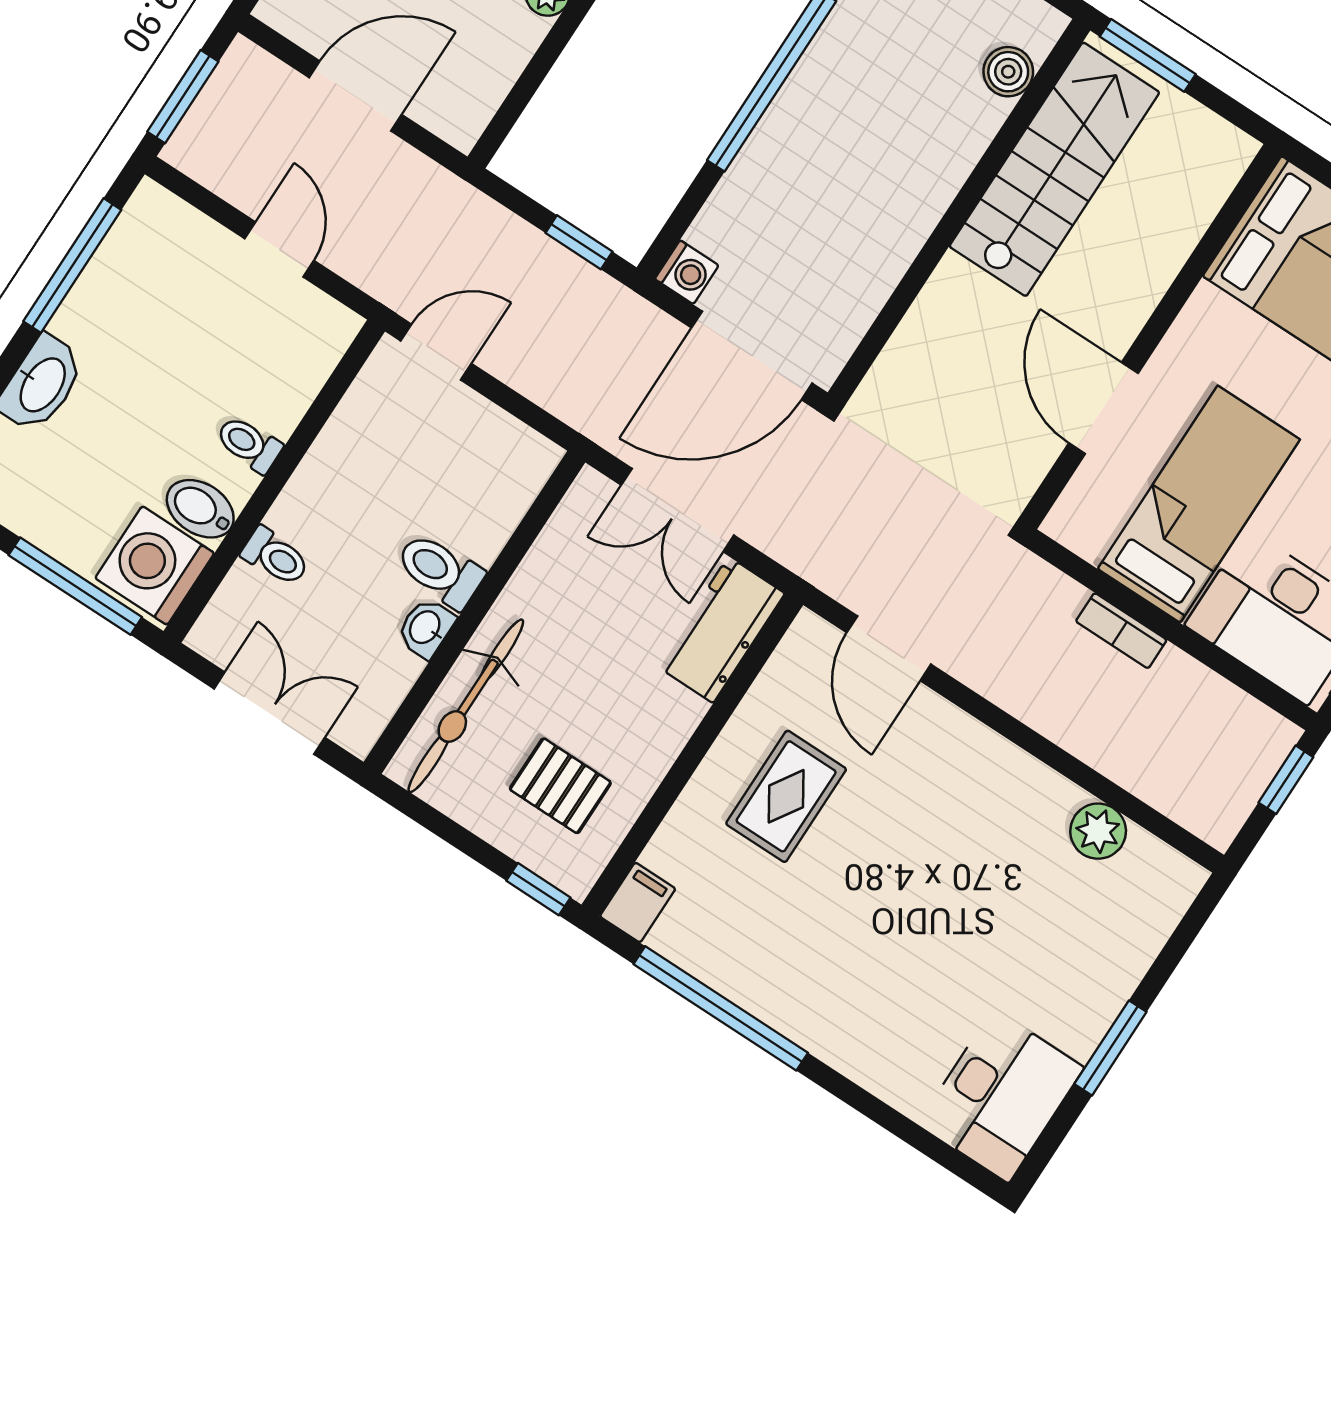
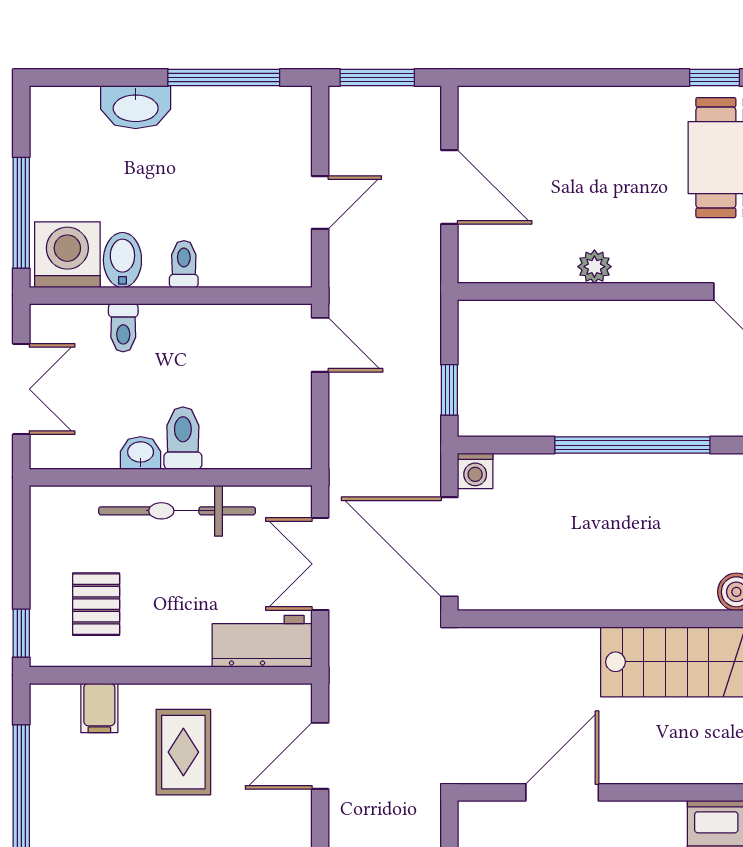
bicycle: (466, 706) -> (177, 511), moved
rug: (786, 796) -> (183, 752), turned 90
filing cabinet: (638, 902) -> (99, 708), moved, turned 90

